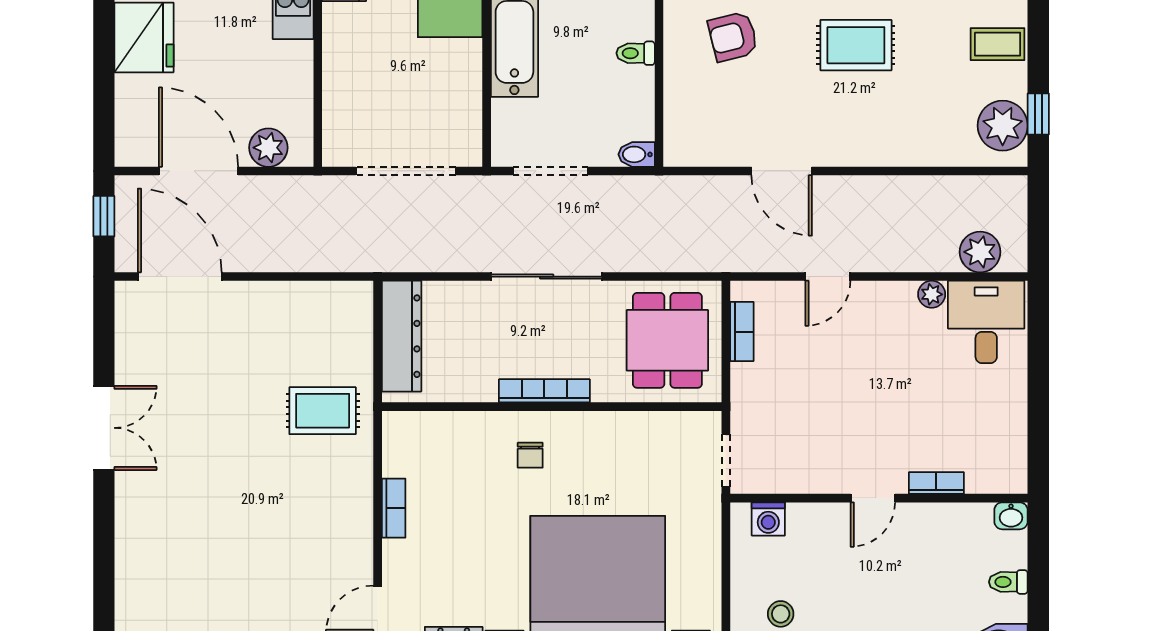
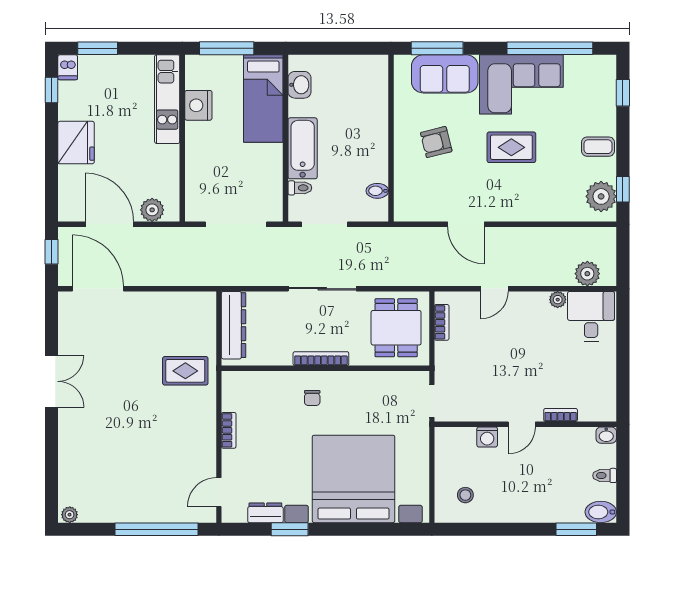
toilet: (636, 53) -> (300, 188), moved, turned 180
bidet: (637, 154) -> (377, 191), moved
washing machine: (768, 519) -> (487, 437), moved

